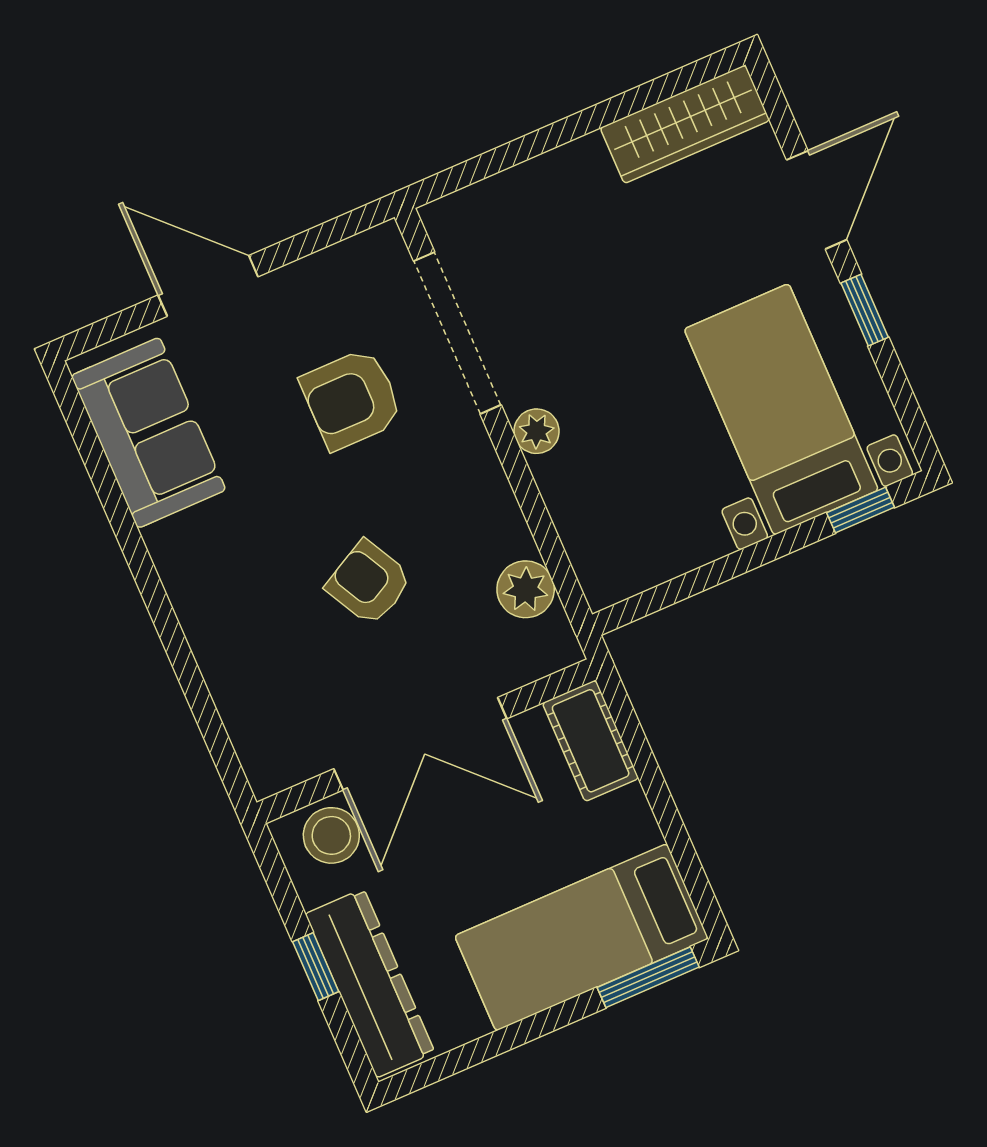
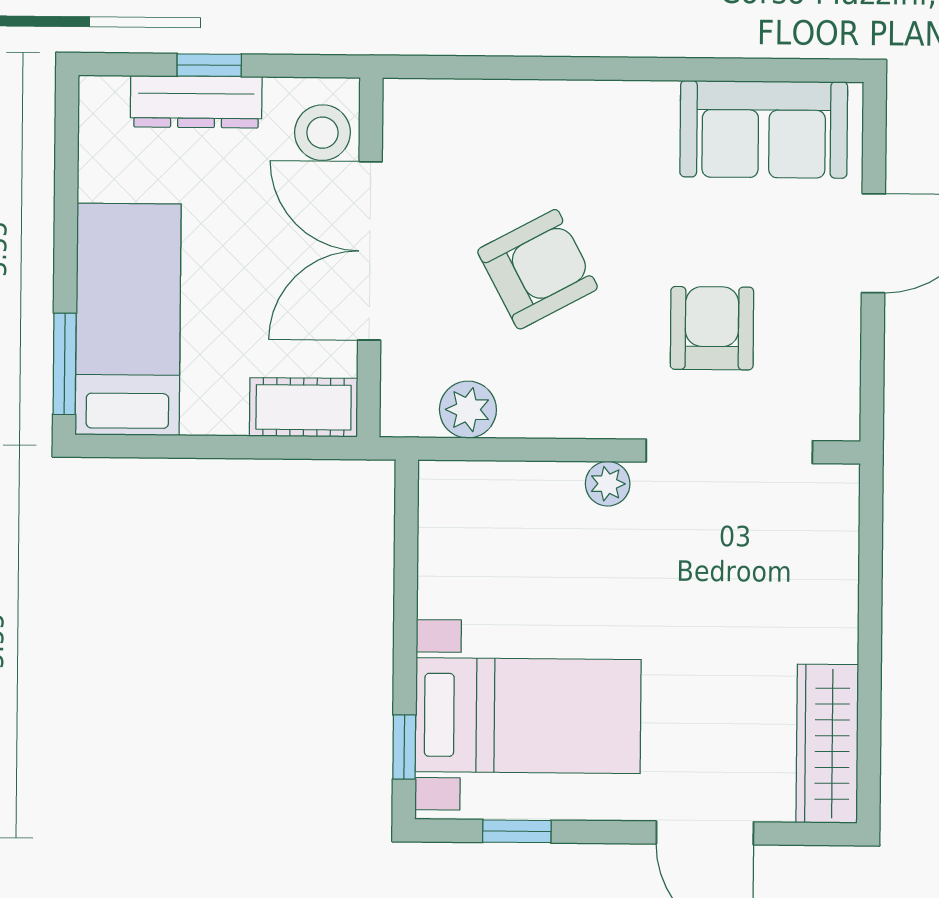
window: (865, 310) -> (517, 831), moved
armchair: (369, 583) -> (538, 269), width x1.38, depth x1.38
dresser: (370, 983) -> (196, 102), width x0.73, depth x0.80

